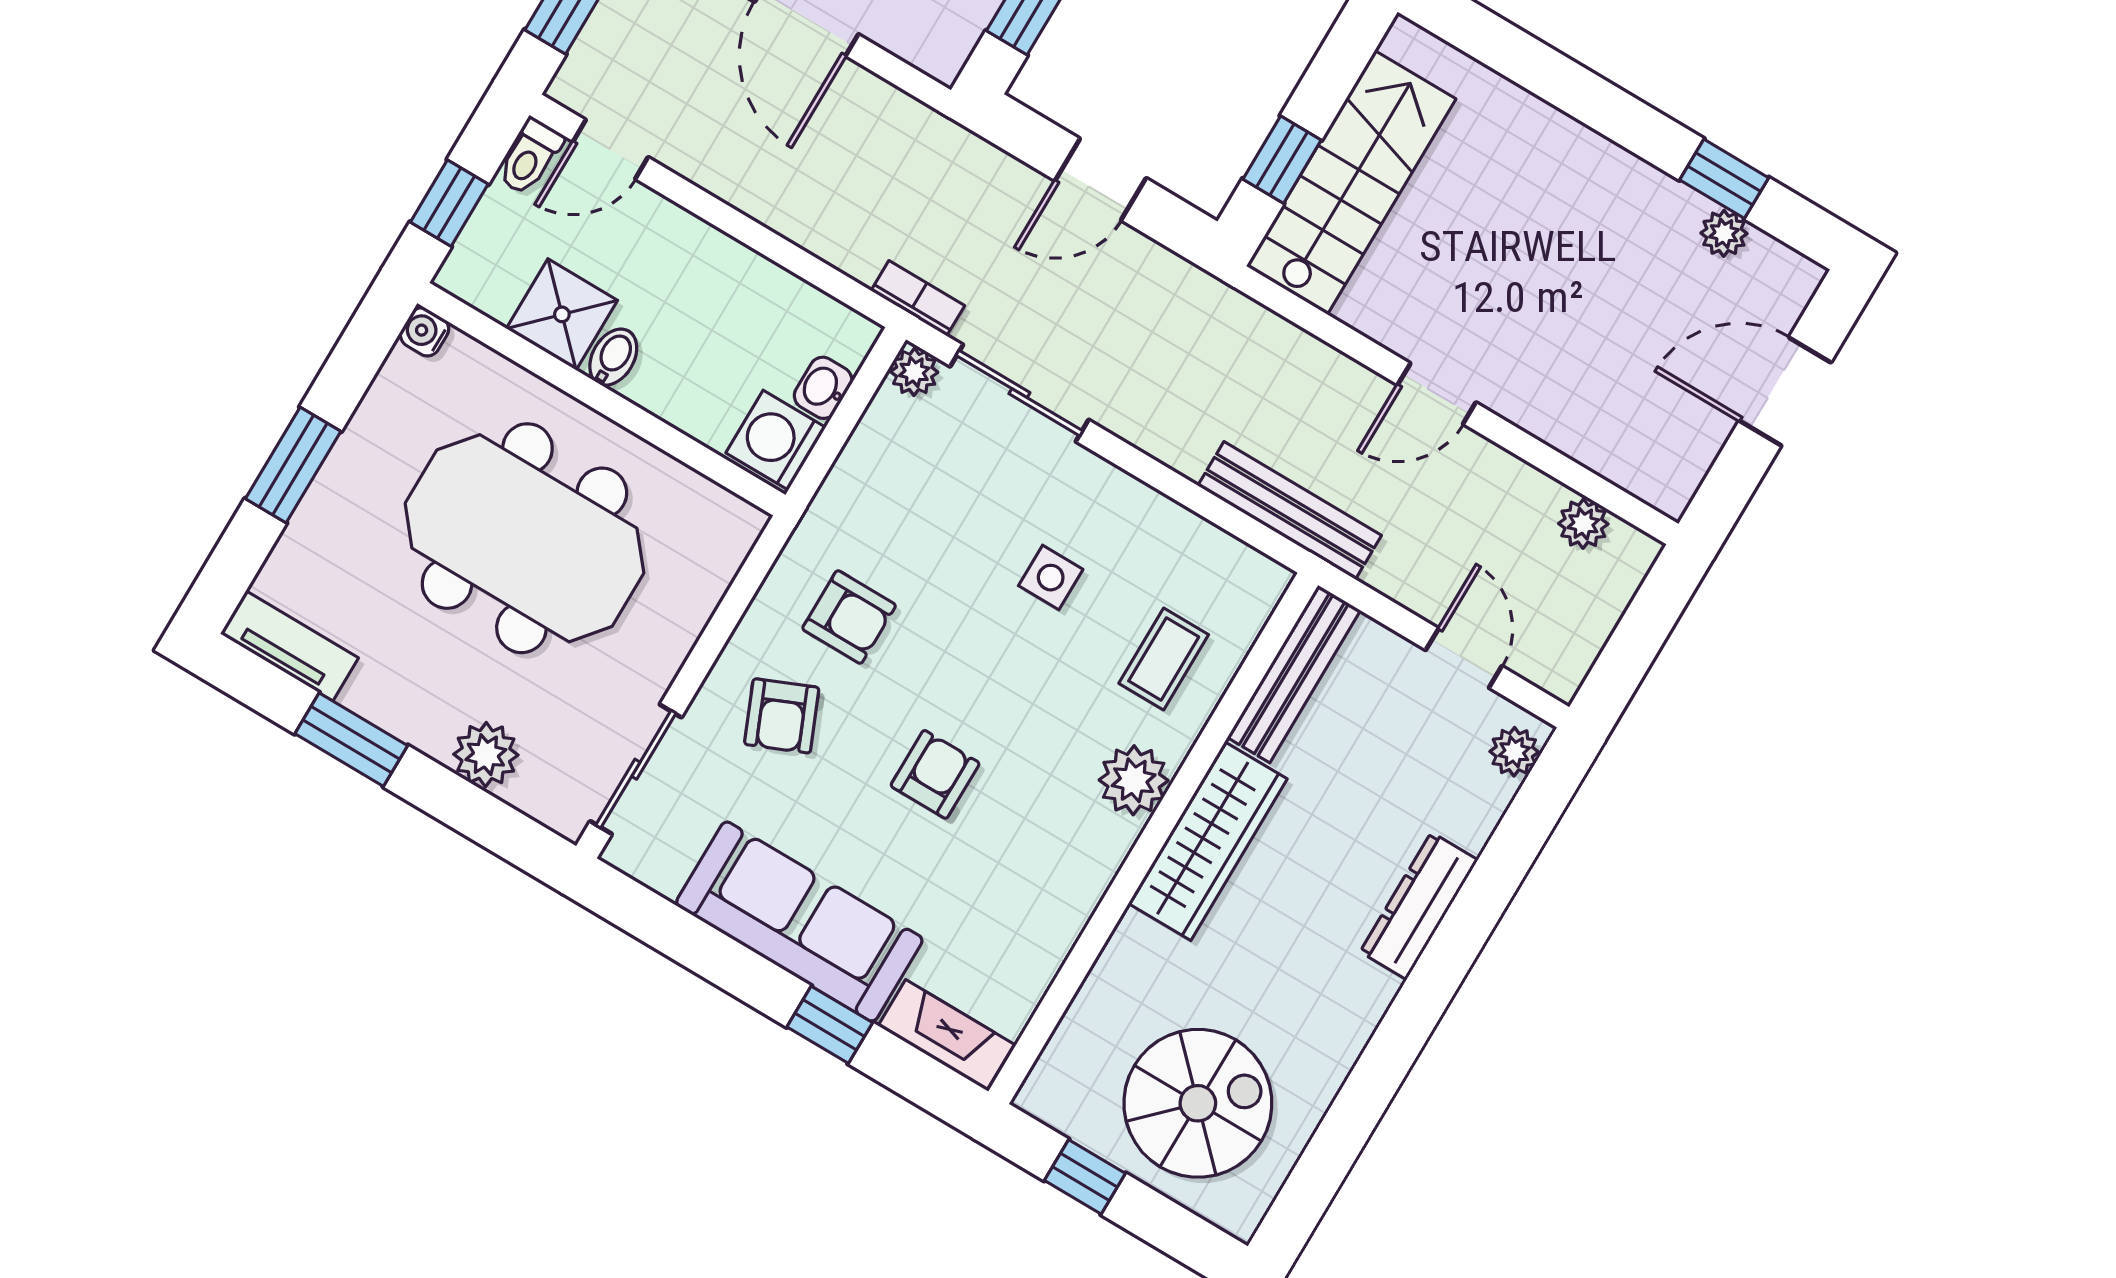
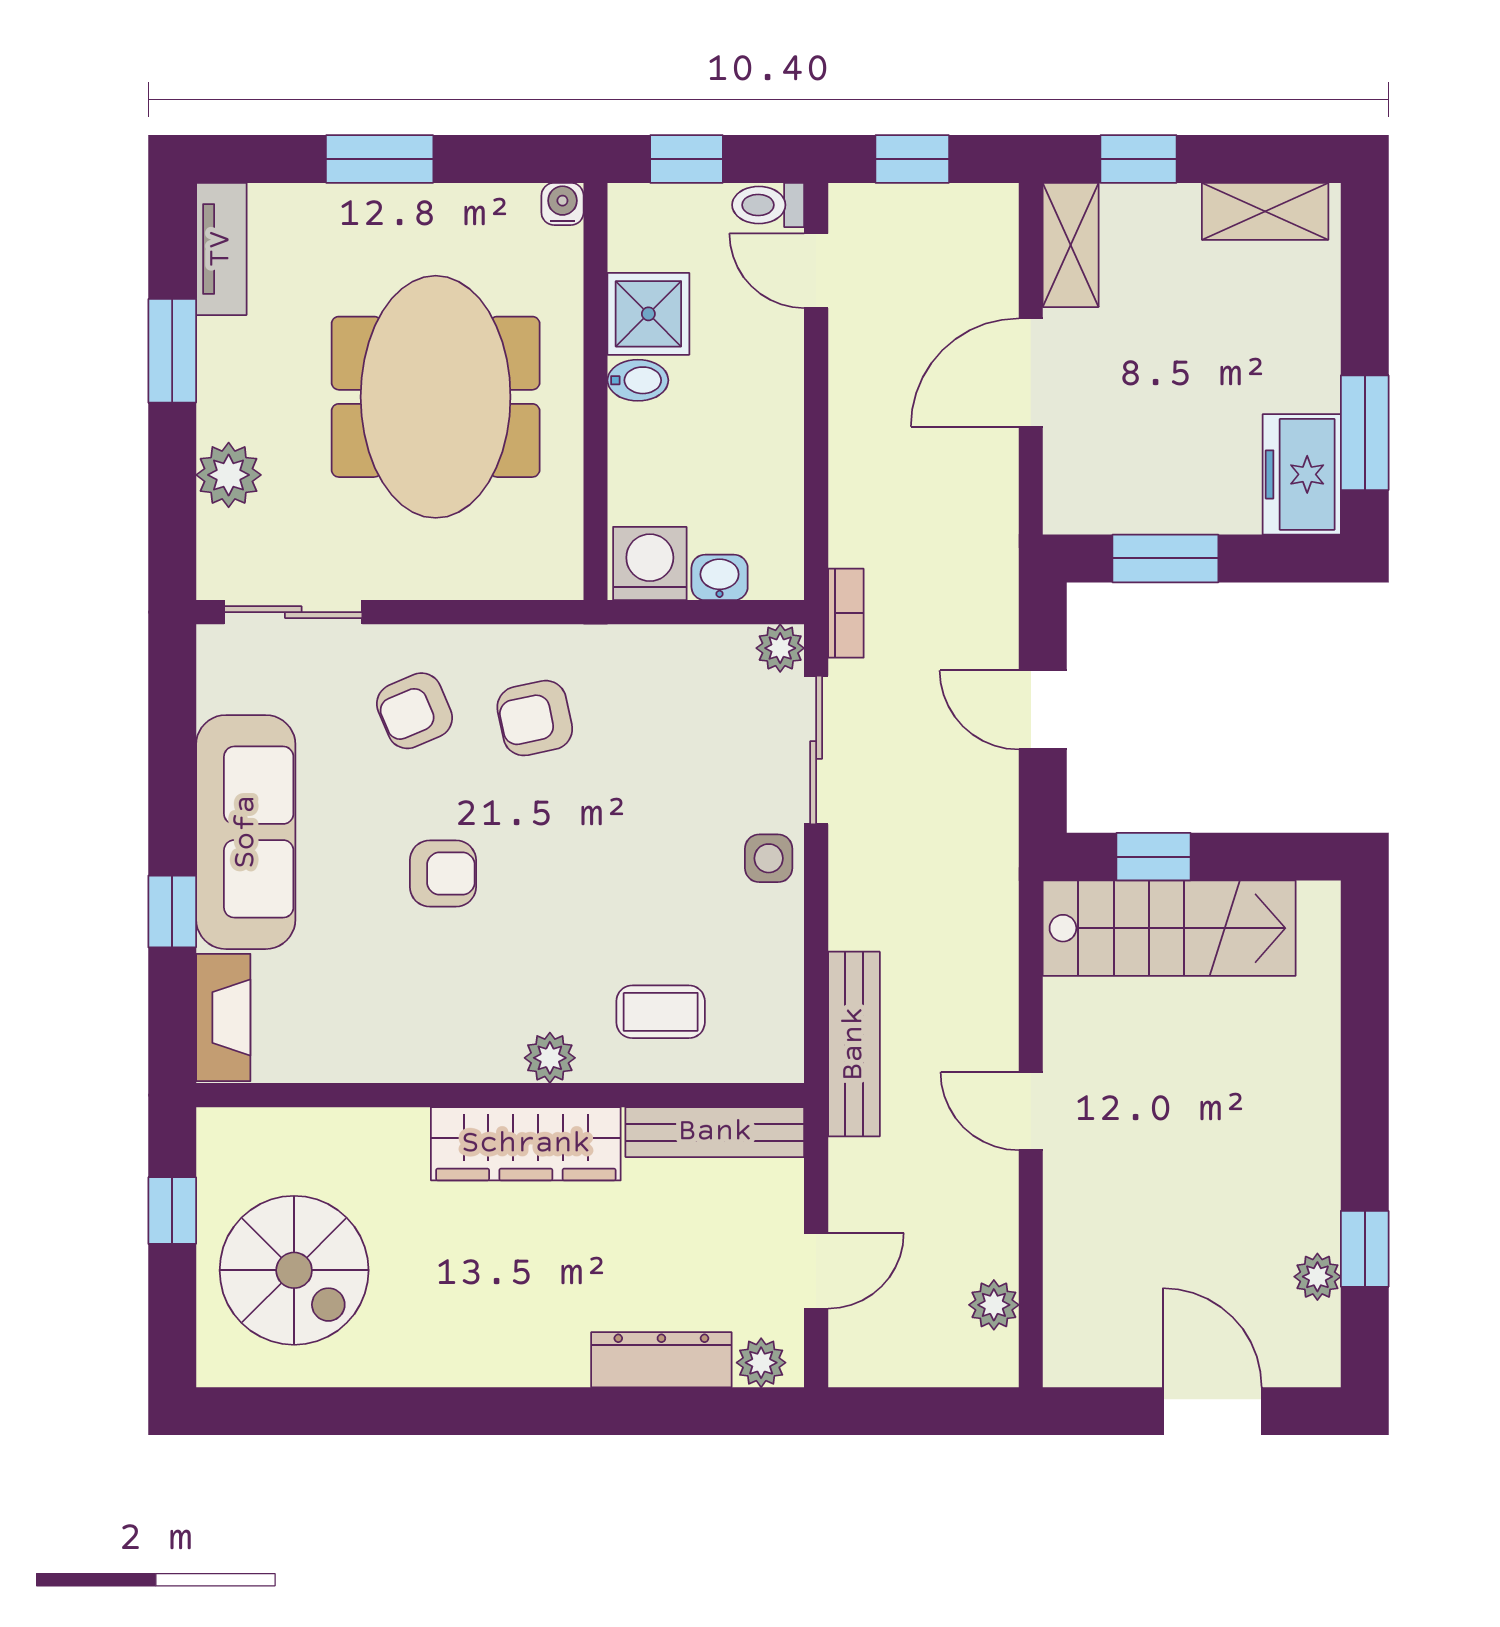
side table: (1051, 578) -> (769, 858), moved
armchair: (849, 617) -> (535, 718), turned 78
plant: (1134, 780) -> (550, 1058), width x0.73, depth x0.73
dresser: (1419, 906) -> (661, 1360), moved

